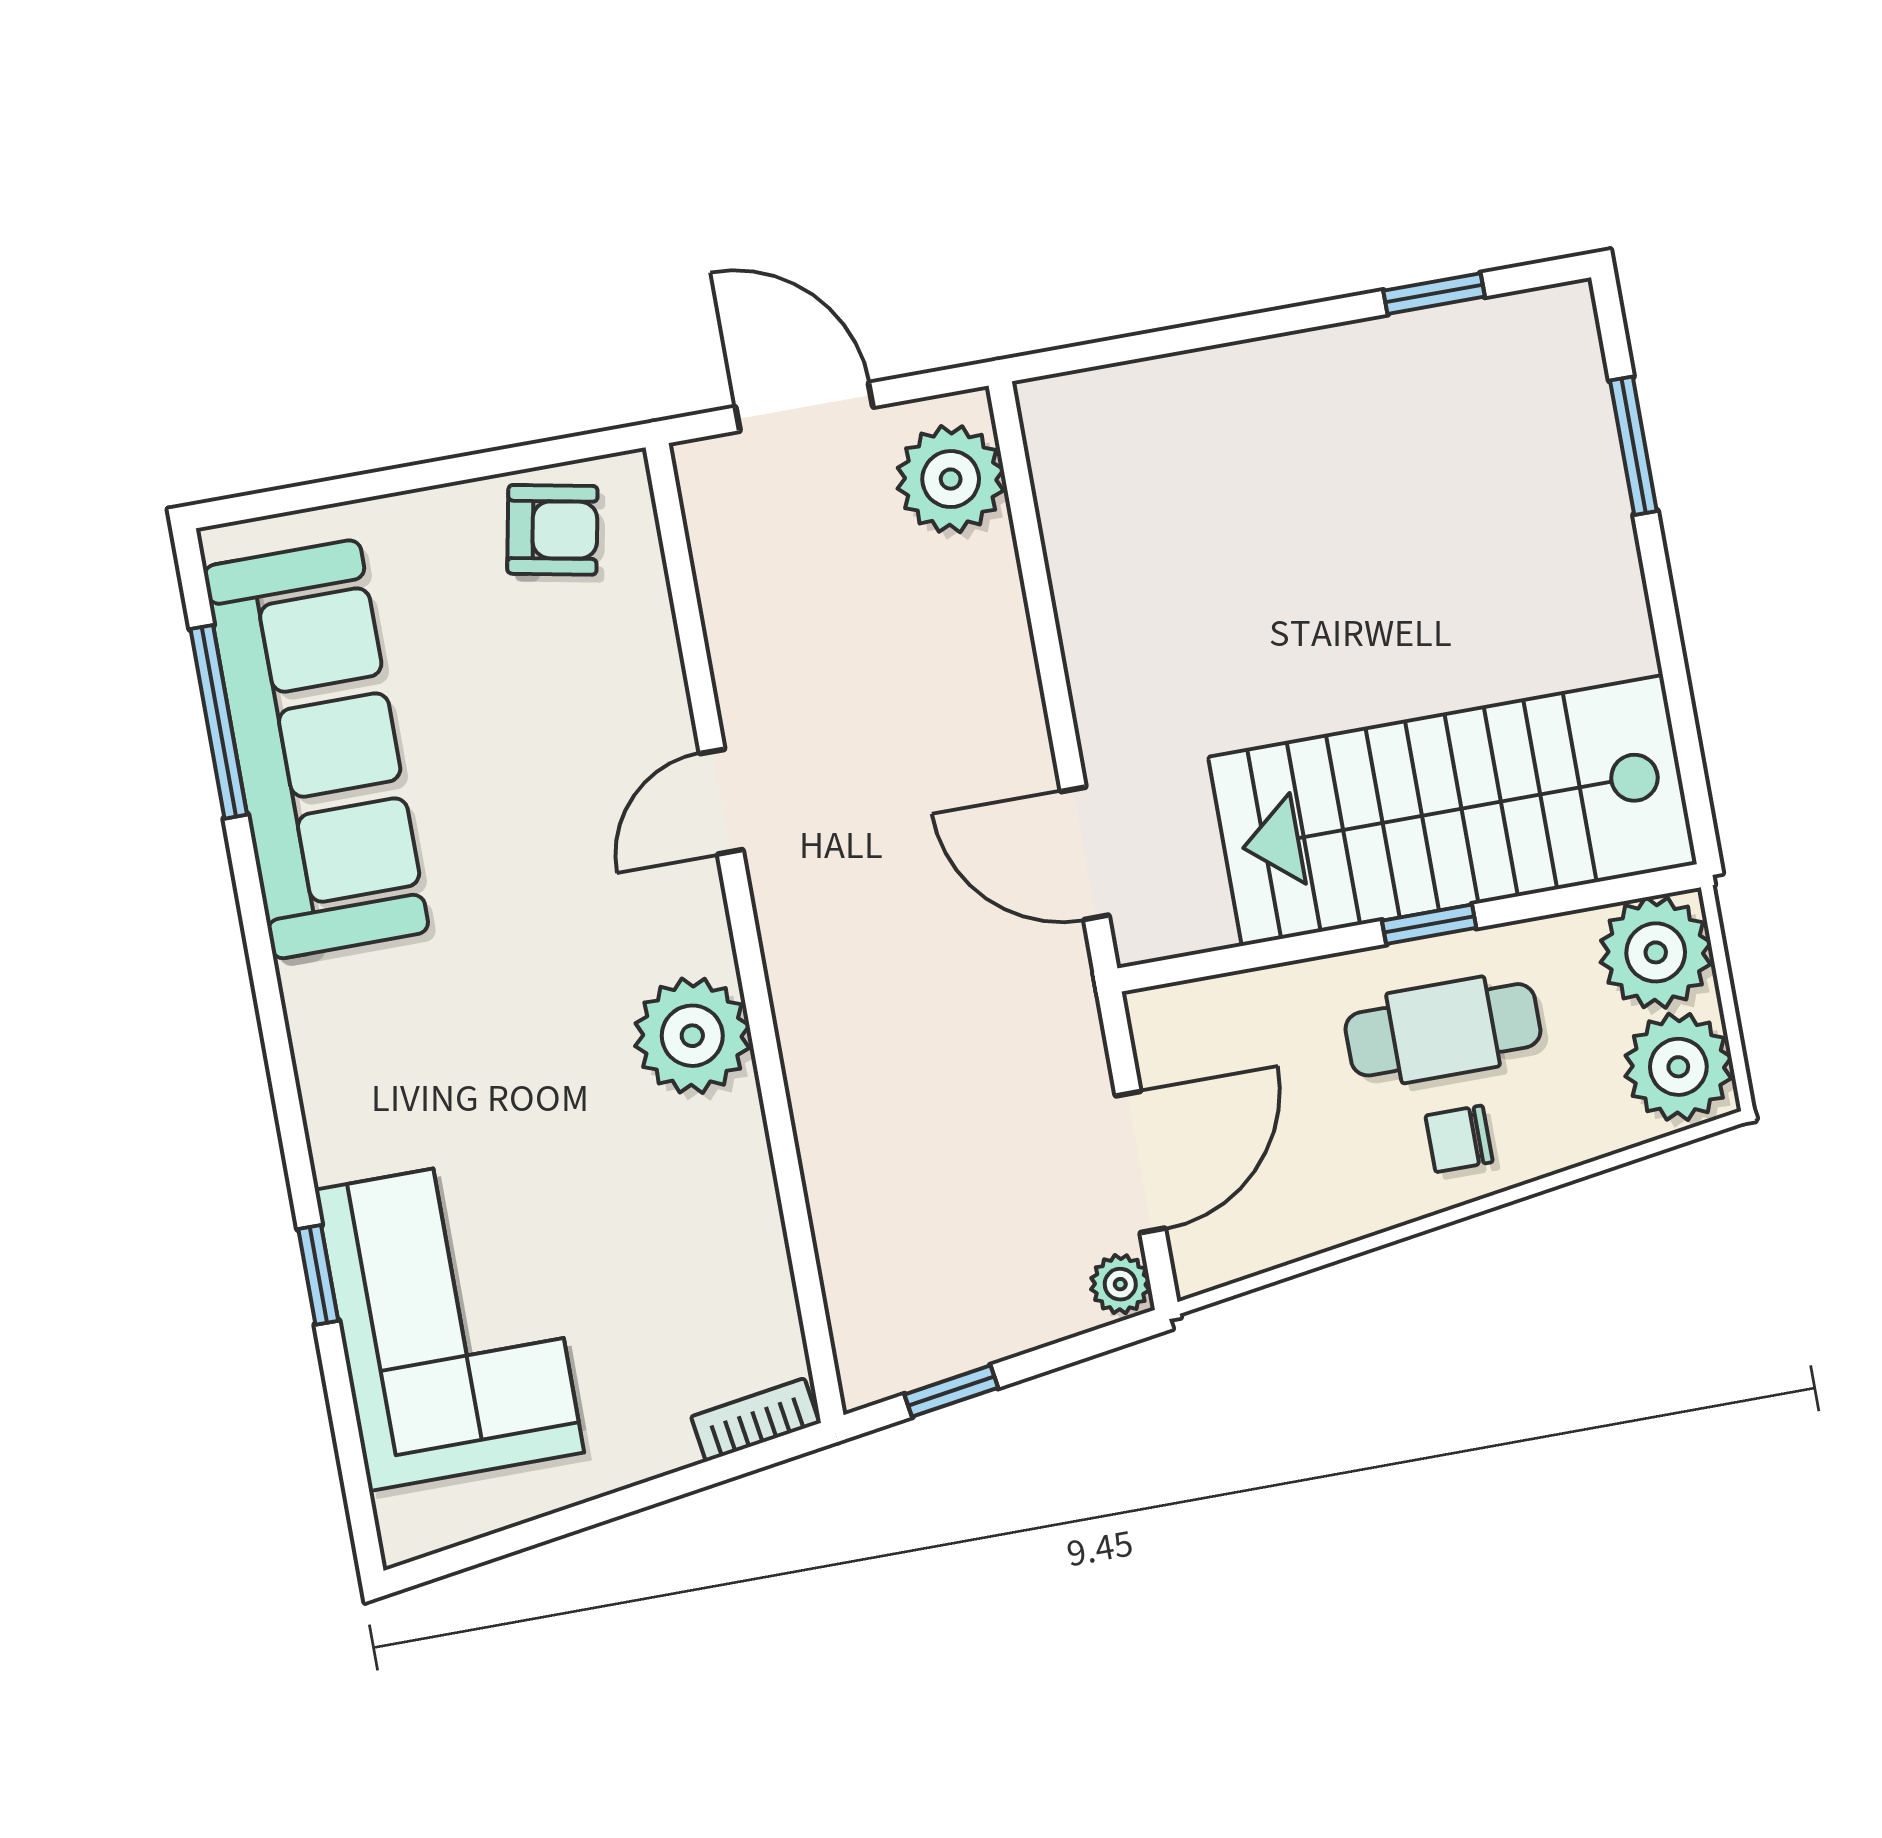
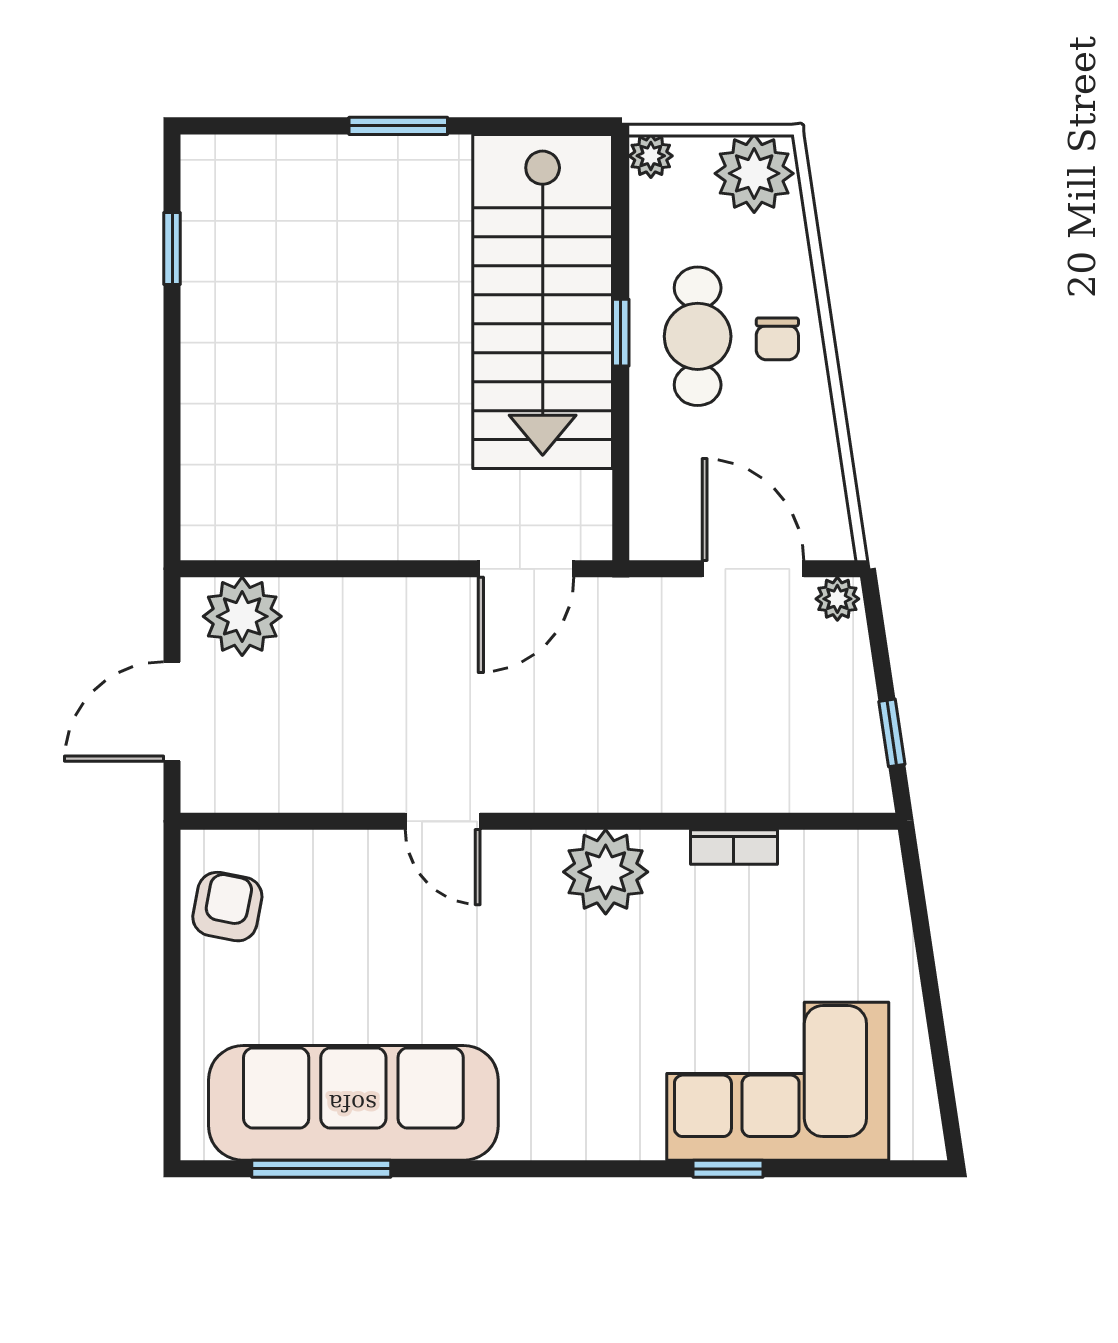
window: (1633, 446) -> (398, 126), moved
plant: (1656, 952) -> (651, 156), width x0.53, depth x0.53
bookcase: (755, 1420) -> (734, 847), moved, turned -81

